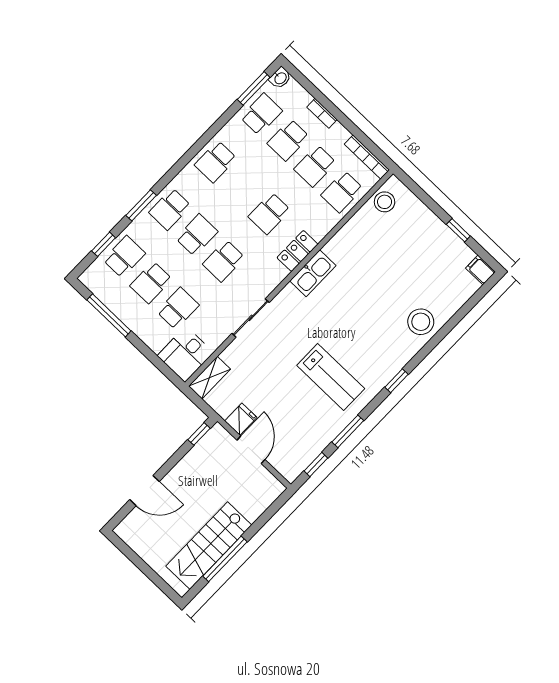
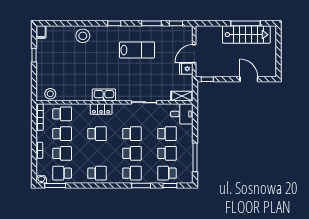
school desk: (197, 235) -> (132, 153), turned 180
school desk: (178, 308) -> (167, 134), turned 180
lab bench: (331, 377) -> (137, 50), turned 90

